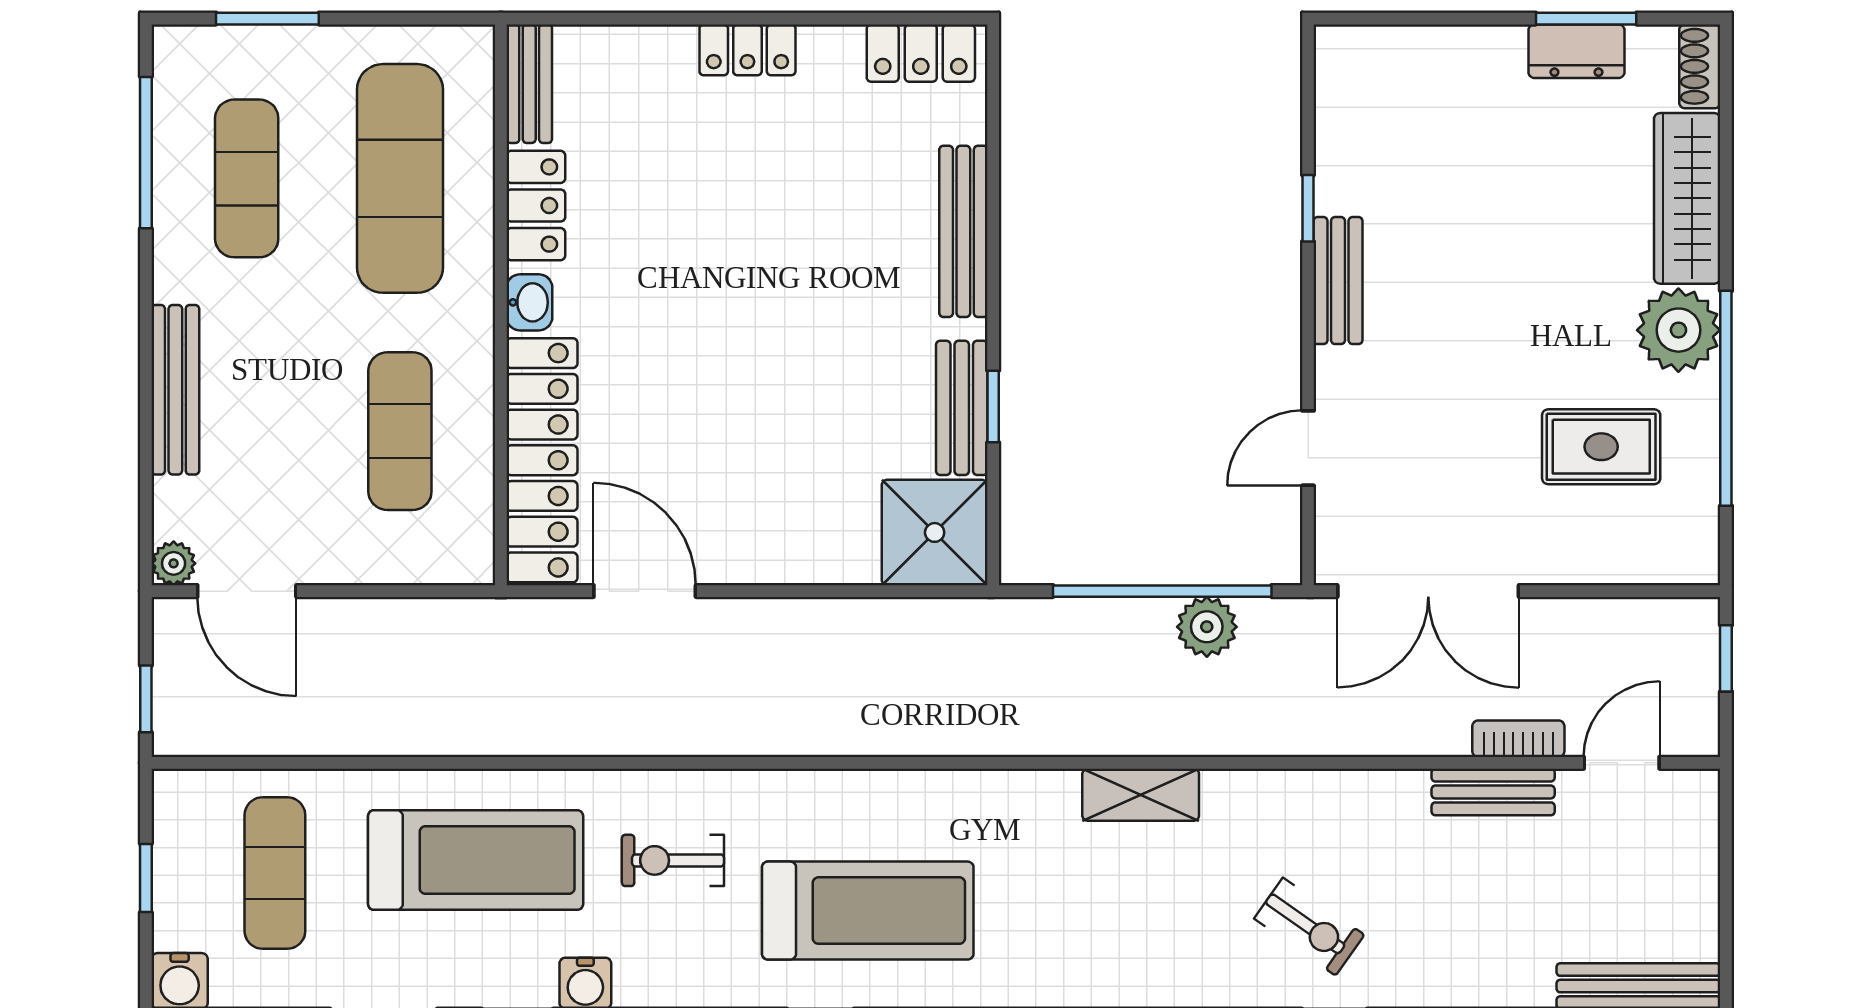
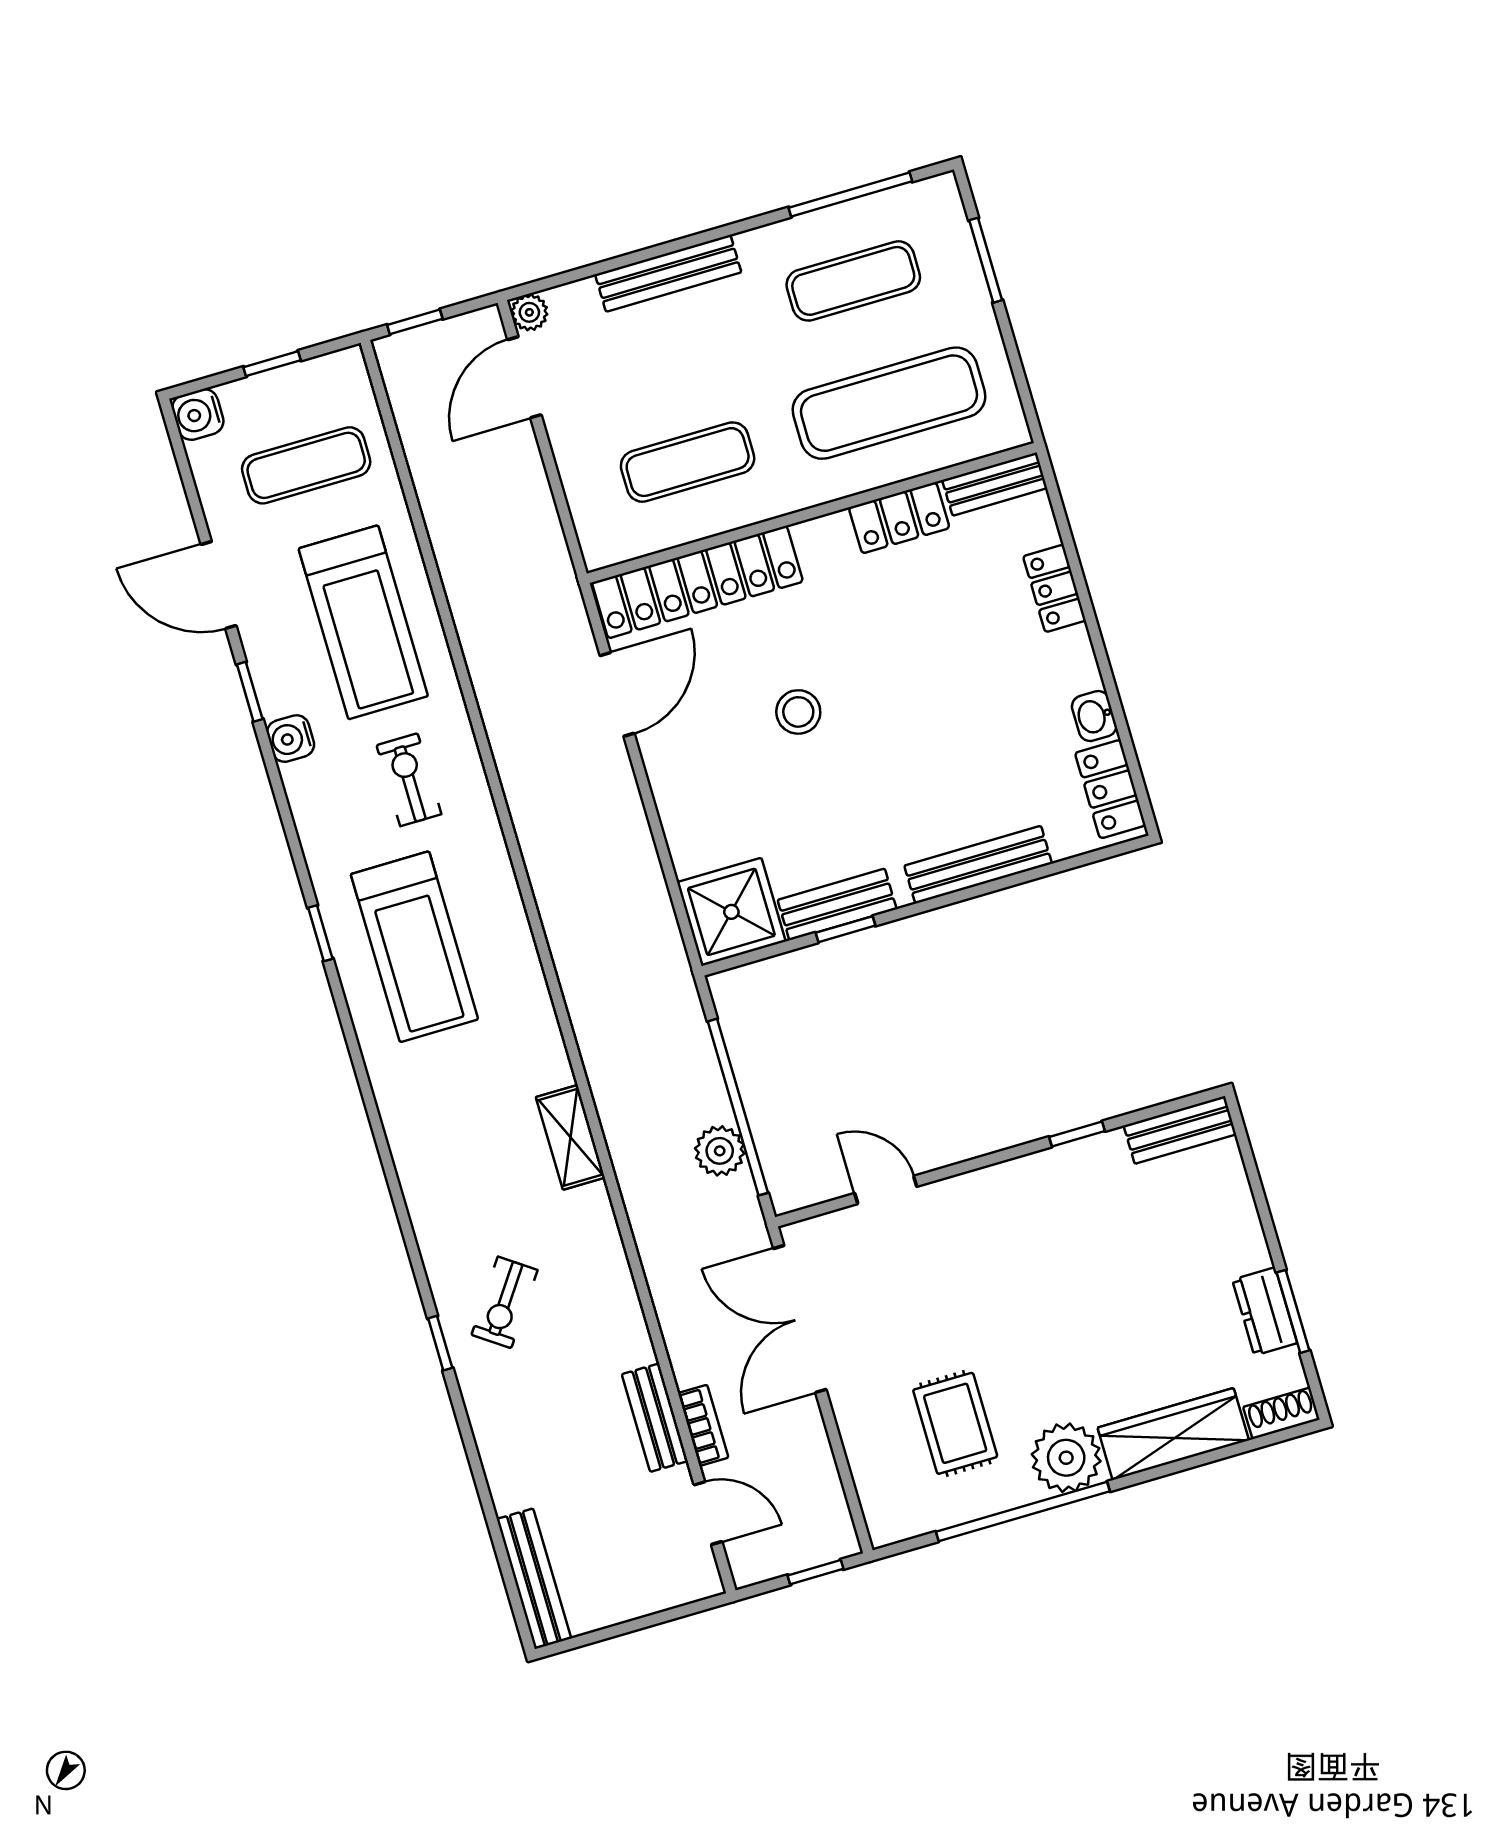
locker: (747, 50) -> (1054, 588), moved
bench: (1338, 281) -> (1180, 1130), moved
washbasin: (529, 302) -> (1094, 716), moved, turned 90
stool: (726, 388) -> (798, 712), added

